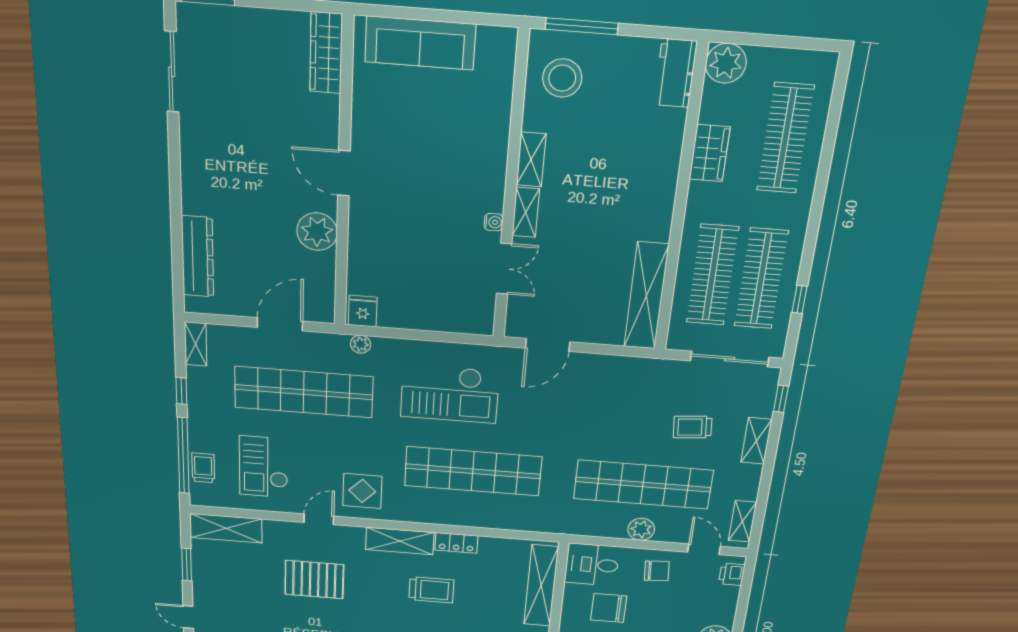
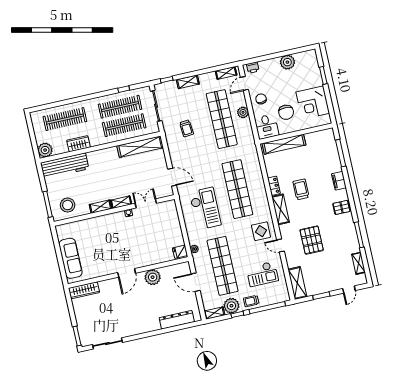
workbench: (675, 73) -> (65, 166), width x1.88, depth x1.32
plant: (205, 385) -> (231, 306), added
trolley: (693, 427) -> (187, 128), moved
trolley: (203, 468) -> (251, 301), moved

